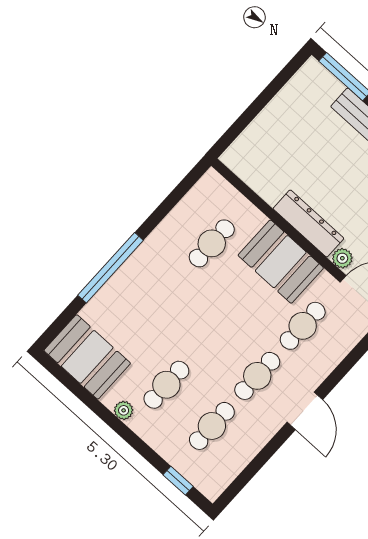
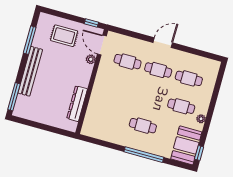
dresser: (308, 223) -> (77, 104), moved
cafe table: (212, 243) -> (143, 126), moved
booth: (281, 262) -> (105, 84), removed
window: (178, 481) -> (199, 153), moved

